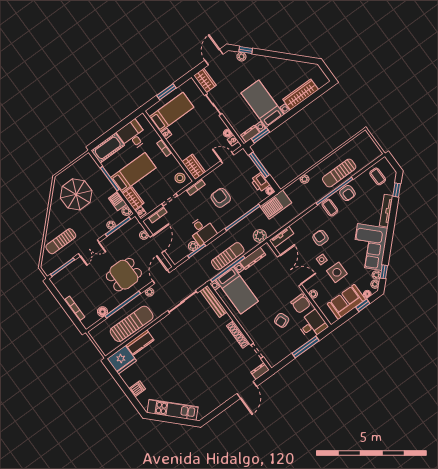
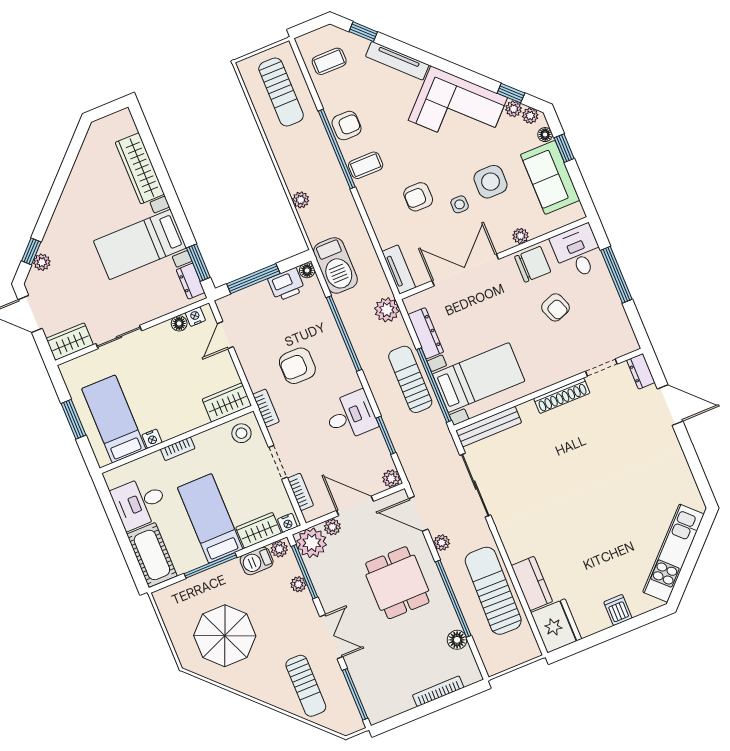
sun lounger: (339, 173) -> (281, 92), moved
plant: (133, 227) -> (312, 543), added
plant: (193, 246) -> (391, 478), moved

